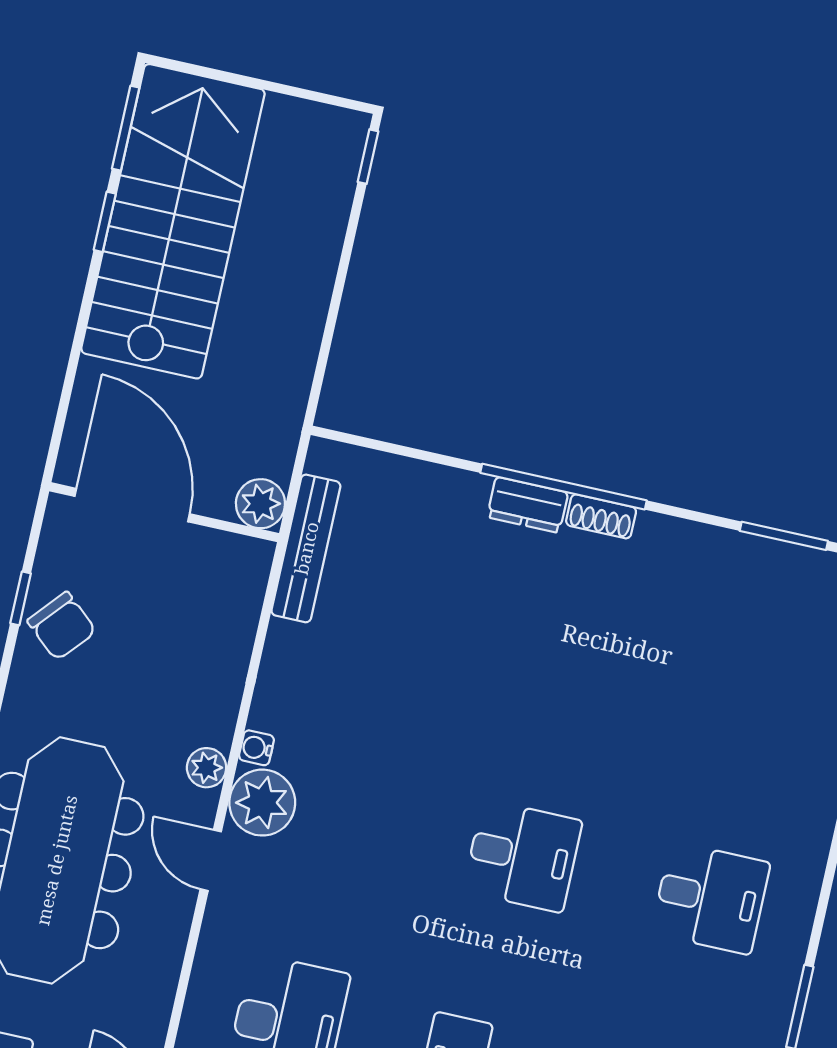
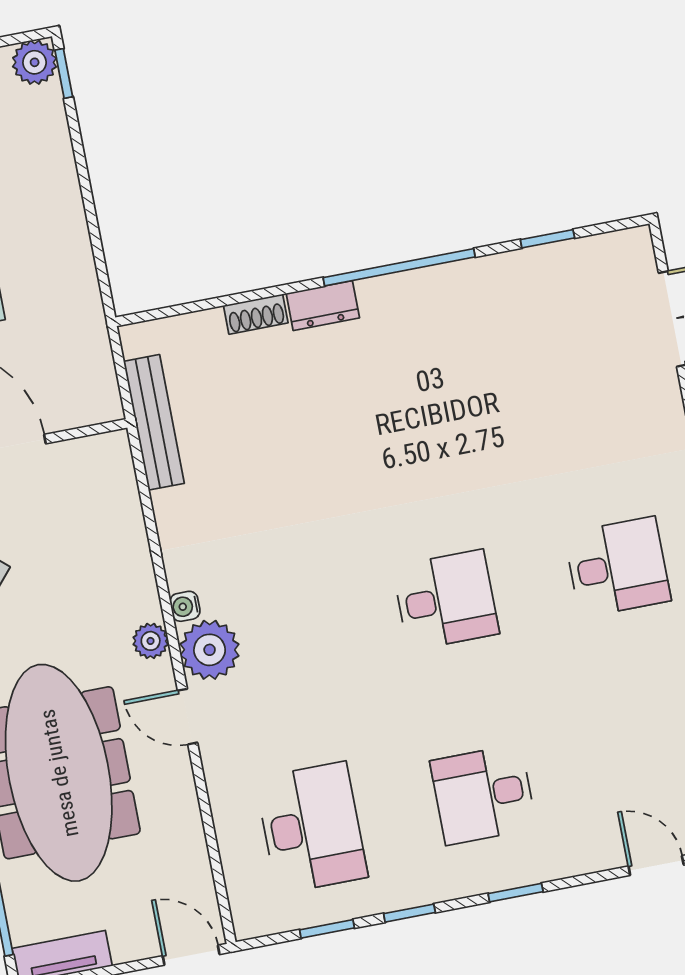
window: (563, 487) -> (399, 267), moved
plant: (260, 504) -> (35, 62), moved
shoe rack: (601, 516) -> (256, 314), moved
window: (784, 536) -> (547, 239), width x0.67

